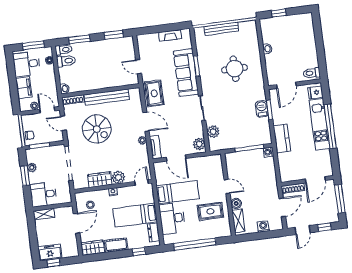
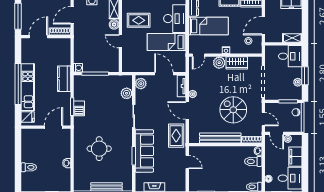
toilet: (66, 61) -> (253, 161), moved
toilet: (312, 73) -> (29, 167), moved

